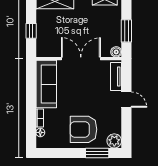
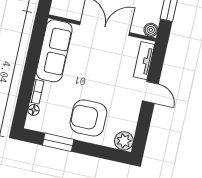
window: (97, 153) -> (58, 142), moved

